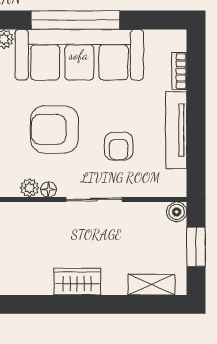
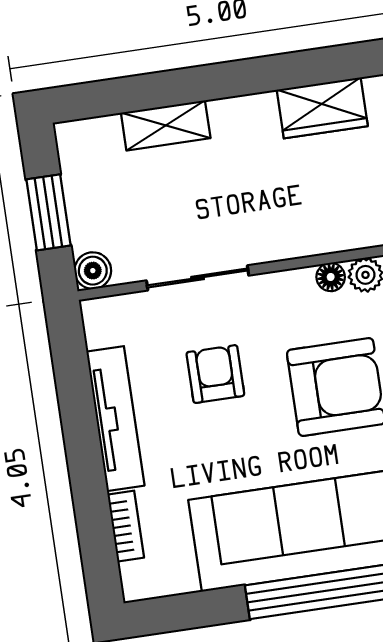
sliding door: (94, 199) -> (198, 278), moved
wardrobe: (77, 282) -> (322, 108), moved
shelving: (151, 285) -> (166, 125), moved

